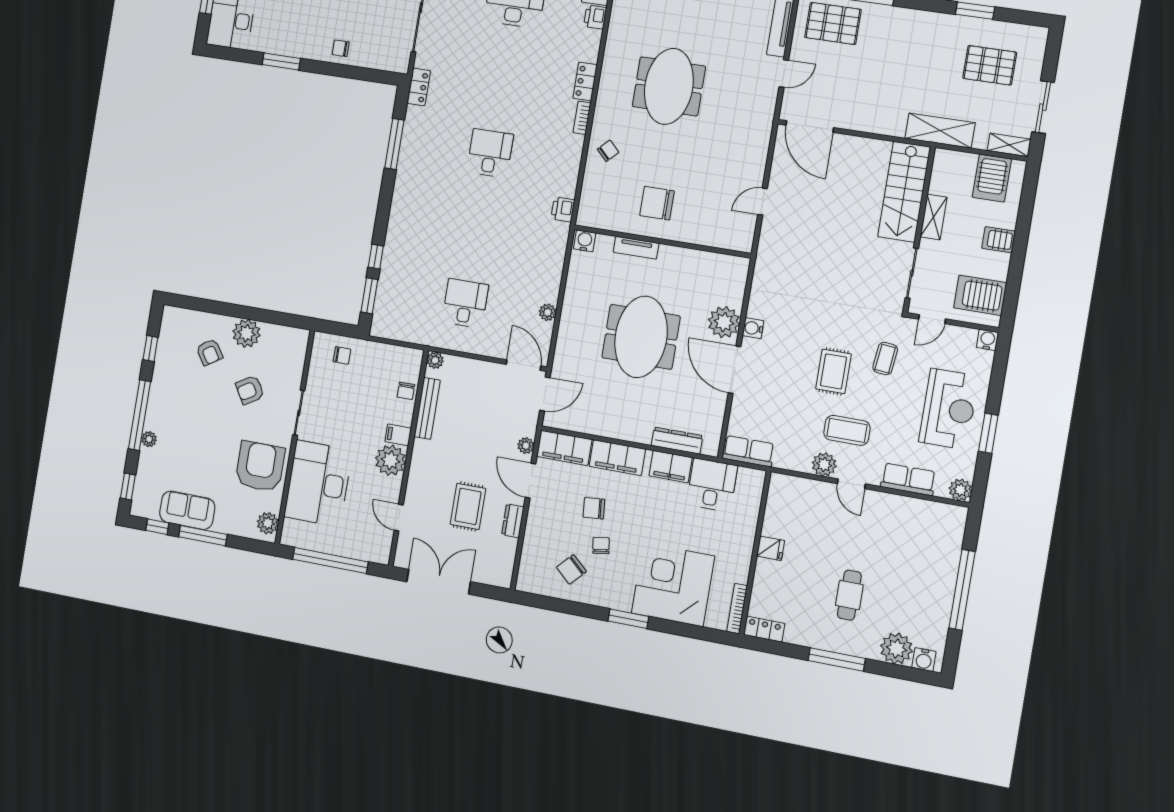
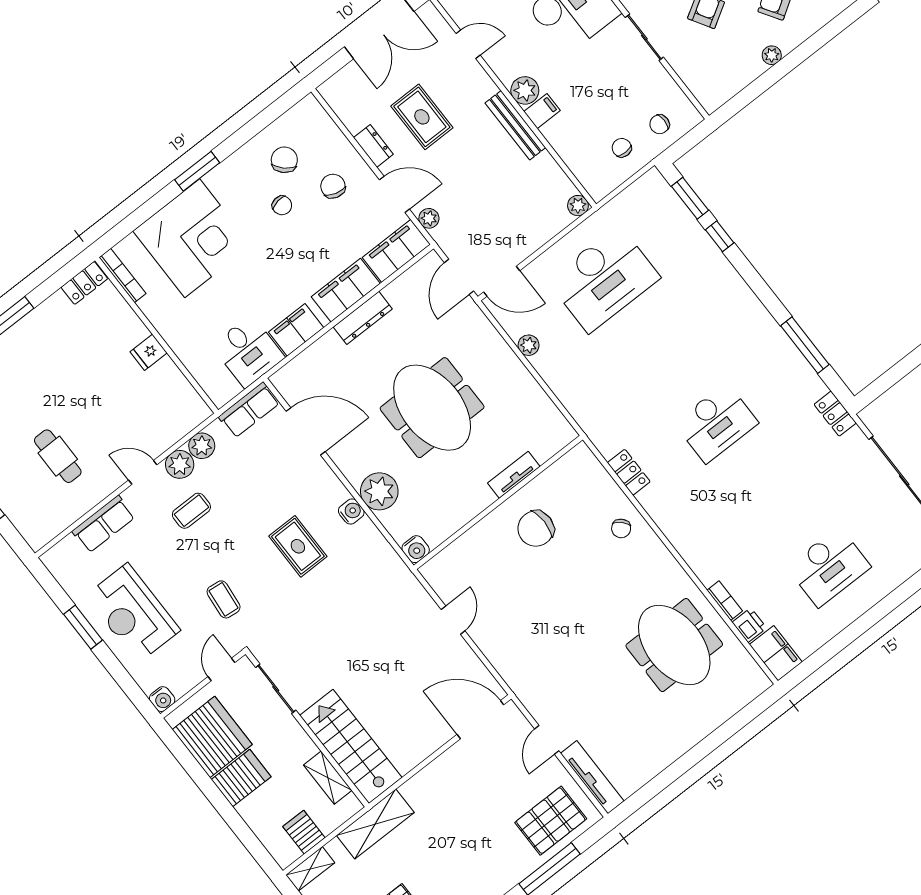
locker: (585, 82) -> (629, 472), moved
meeting table: (669, 86) -> (674, 645), moved
bookcase: (582, 118) -> (725, 601), moved
desk: (490, 153) -> (716, 423), width x1.37
server rack: (992, 178) -> (304, 832), width x0.73, depth x0.70
chair: (657, 203) -> (536, 529), turned 180
printer: (563, 209) -> (607, 442), removed
shelving: (934, 217) -> (328, 778), moved
server rack: (999, 240) -> (241, 778), width x1.36, depth x1.44
water cooler: (585, 241) -> (416, 549), moved
server rack: (980, 295) -> (212, 737), width x1.60
desk: (465, 303) -> (604, 279), width x1.87, depth x1.30
plant: (246, 333) -> (772, 55), width x0.53, depth x0.53
door: (734, 370) -> (306, 431), moved
rug: (834, 371) -> (298, 546), moved
chair: (406, 391) -> (622, 148), moved
bench: (427, 408) -> (515, 125), moved
coffee table: (847, 430) -> (191, 511), width x0.73, depth x0.77
dresser: (677, 441) -> (363, 318), moved
plant: (390, 460) -> (525, 90), width x0.73, depth x0.73
plant: (960, 490) -> (202, 446), moved
chair: (594, 508) -> (333, 186), moved, turned -69
cafe table: (849, 595) -> (58, 456), moved

